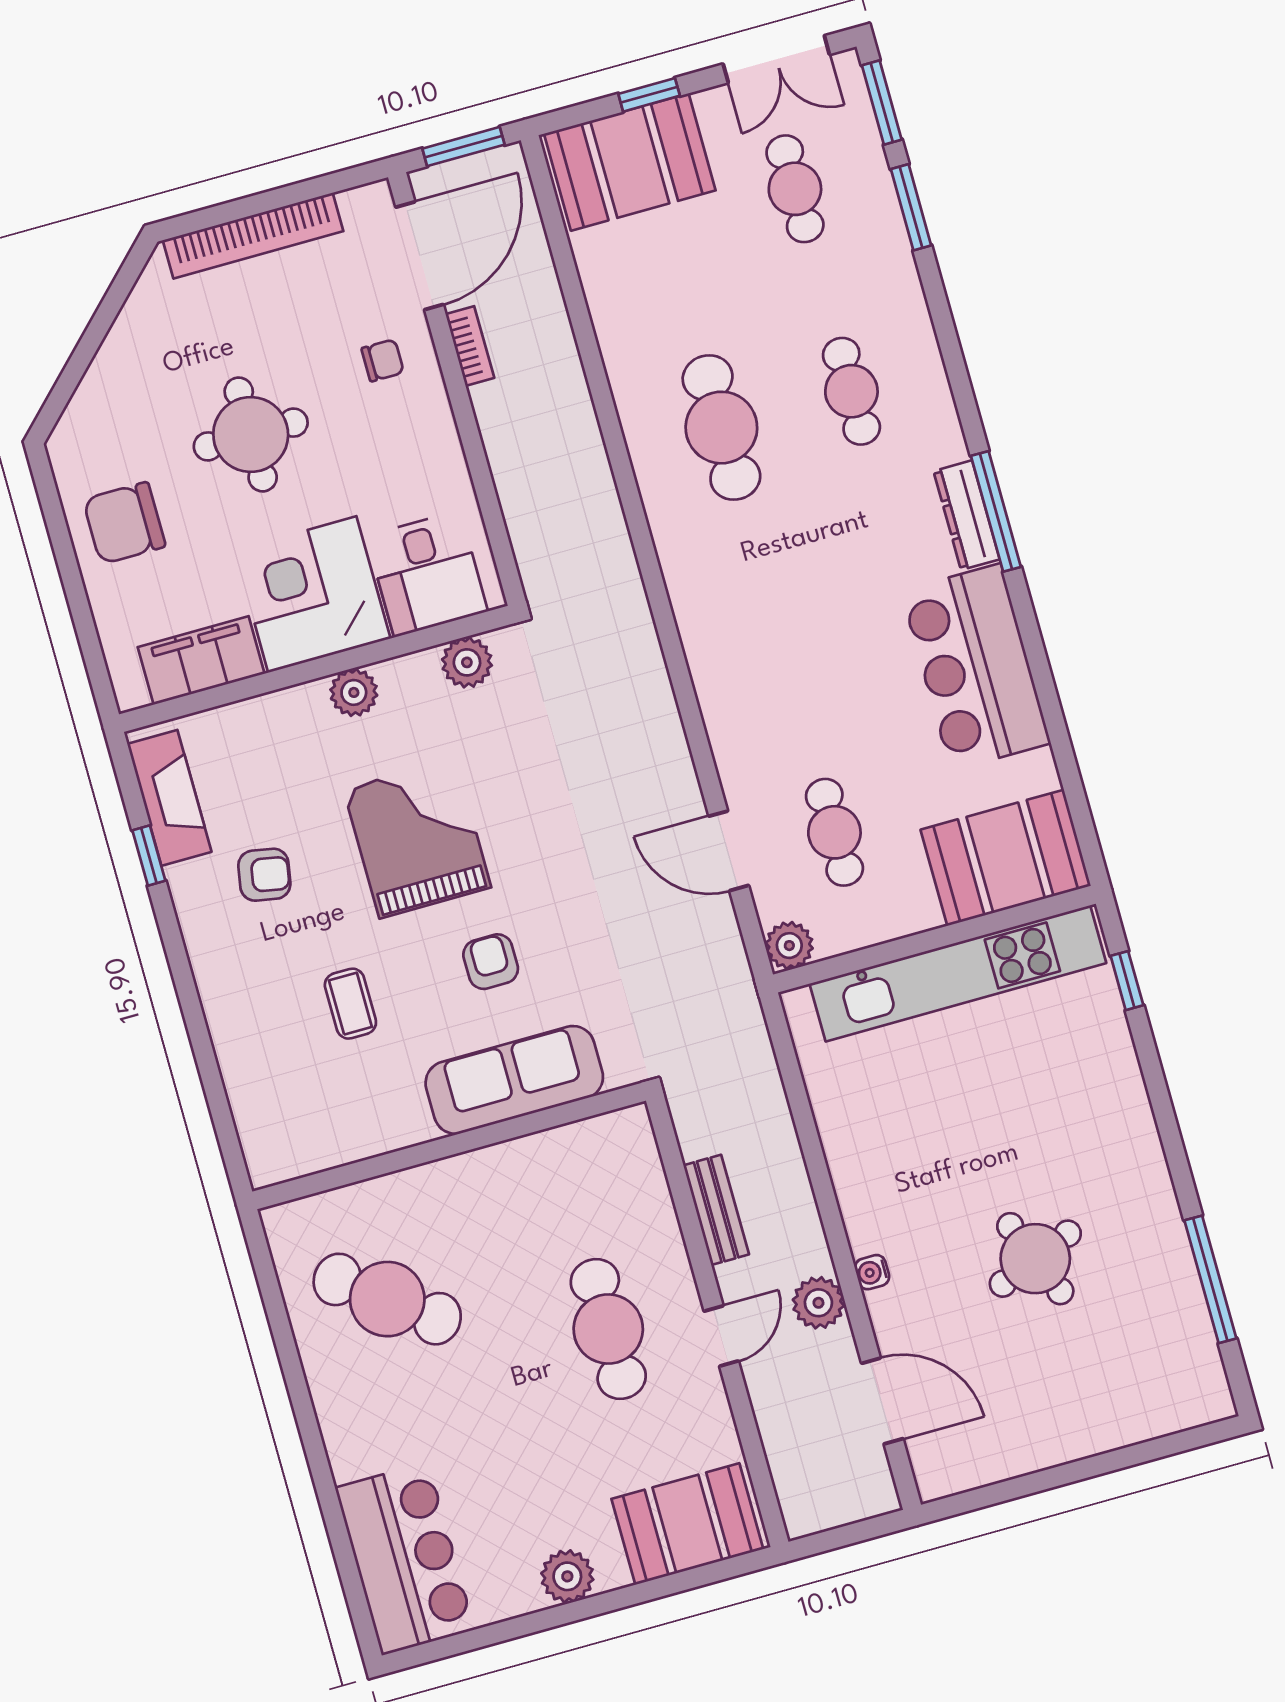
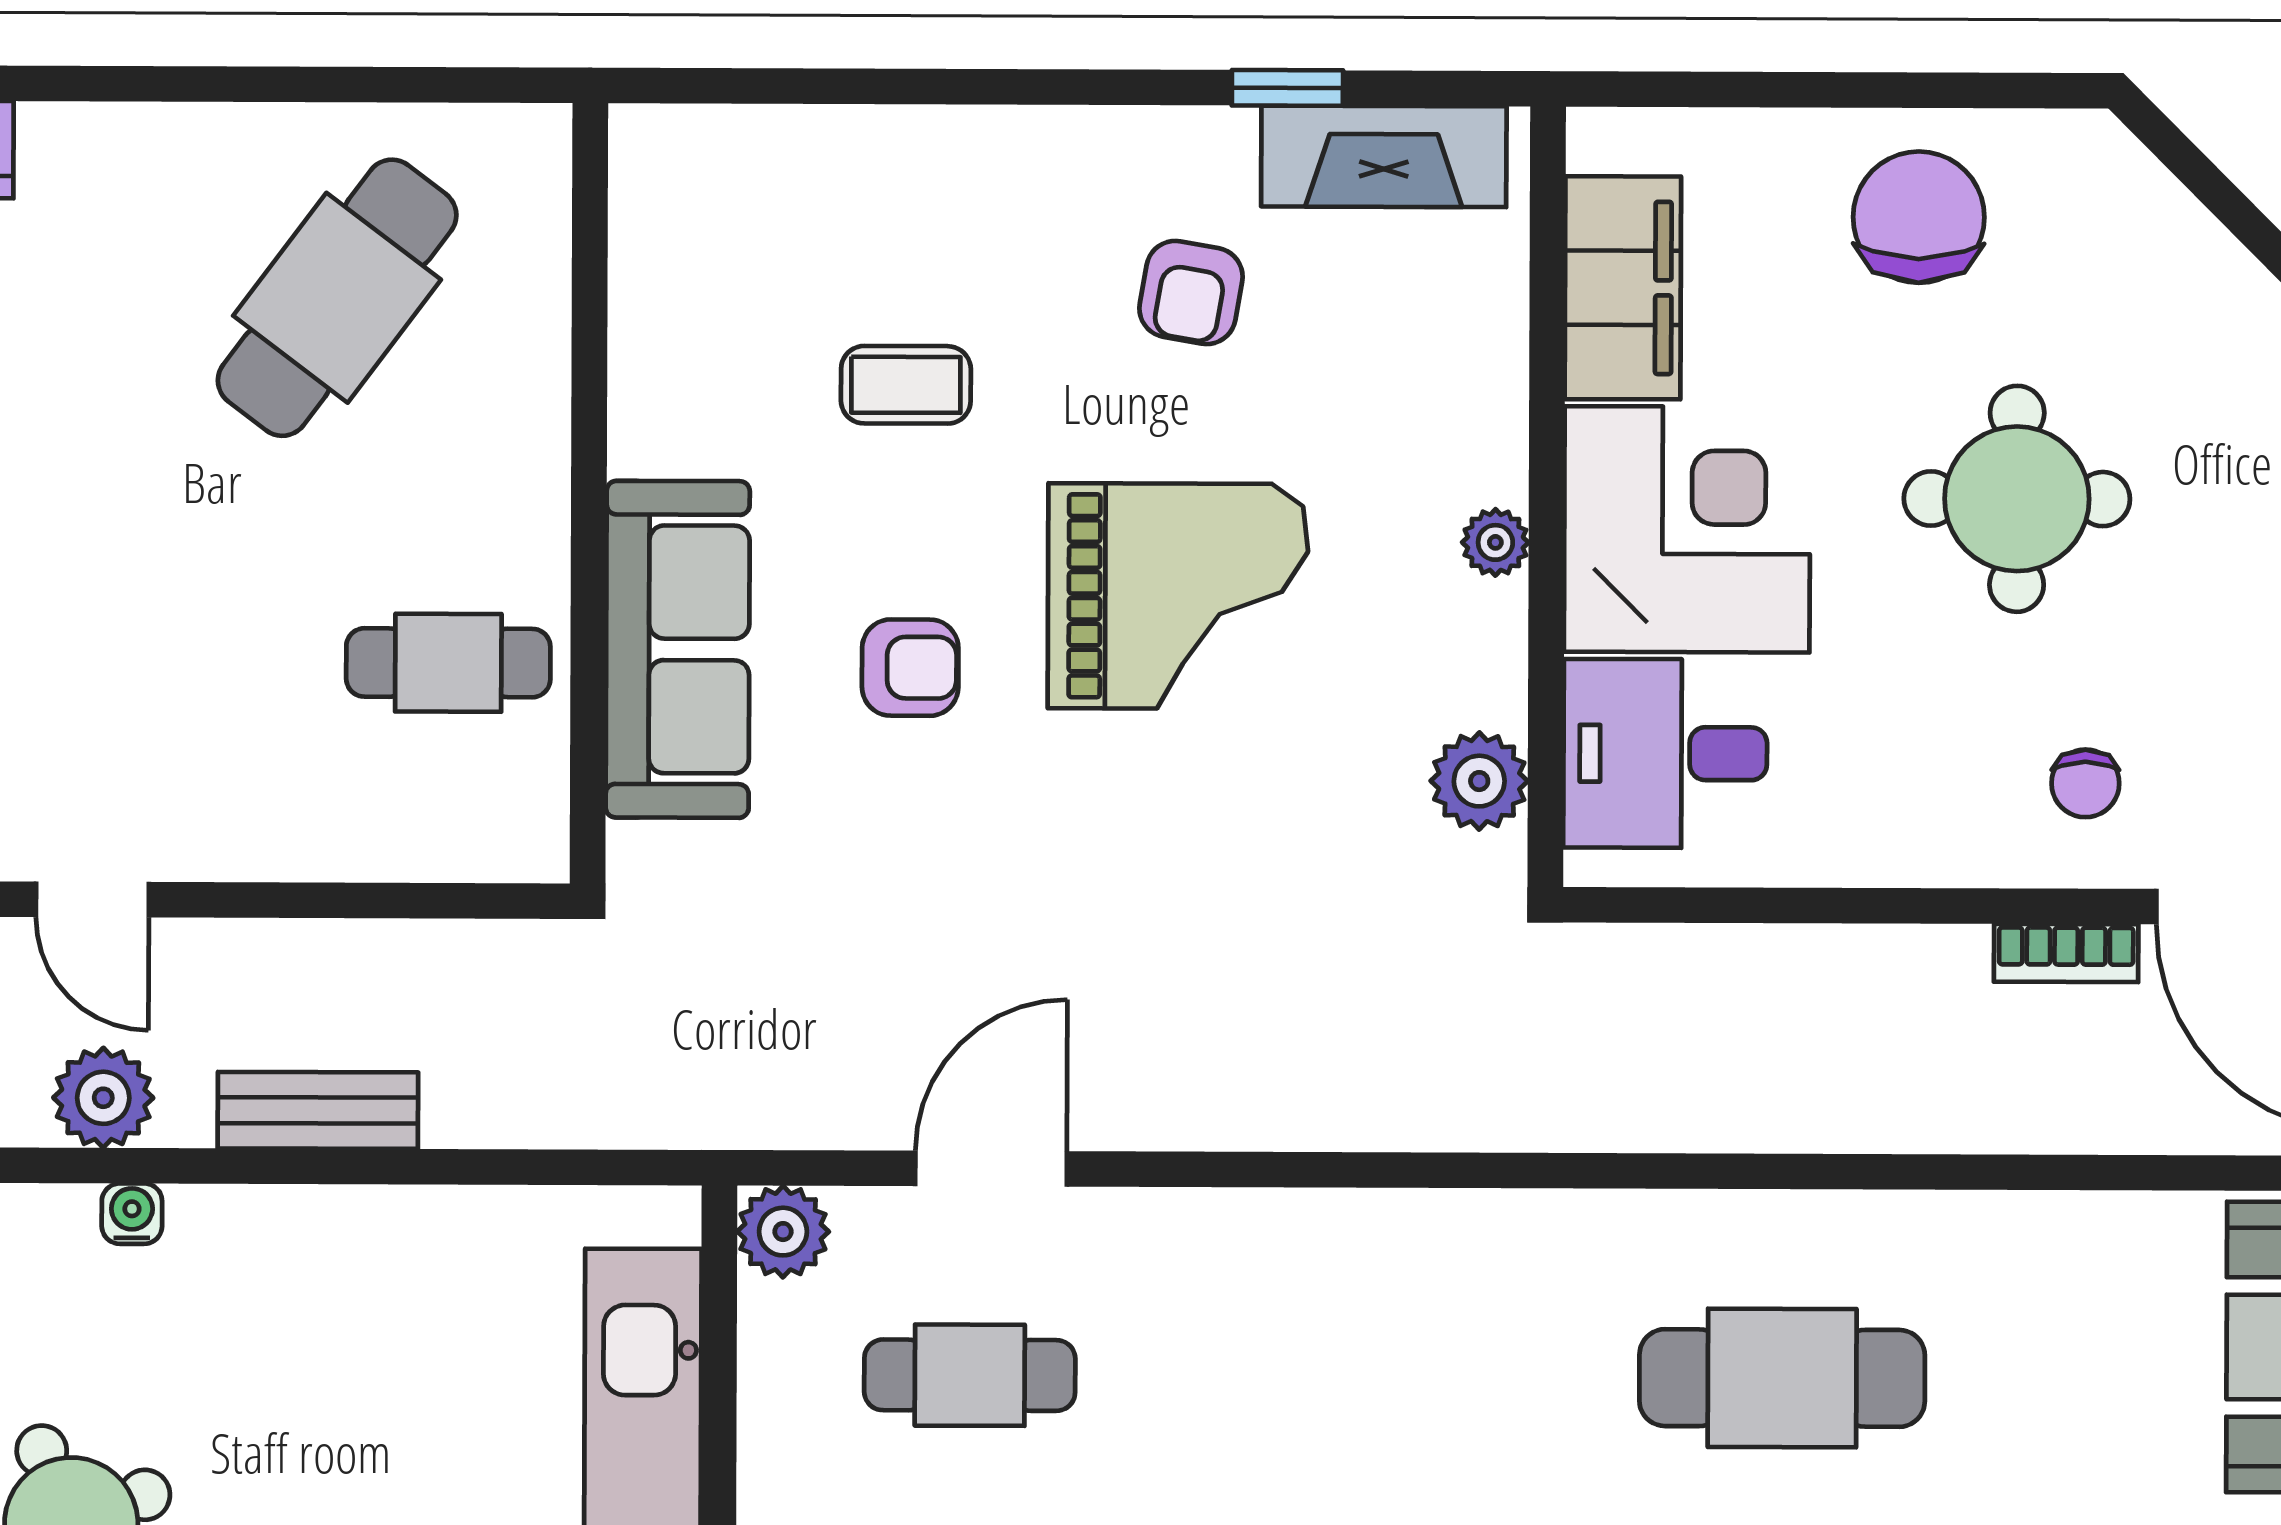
plant: (354, 692) -> (1495, 542), width x0.73, depth x0.73
bench: (716, 1210) -> (318, 1110), moved
cafe table: (608, 1329) -> (448, 663), moved, width x0.73, depth x0.74

